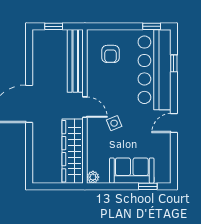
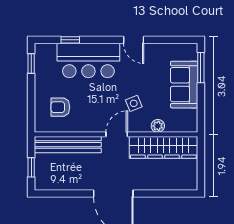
armchair: (110, 54) -> (60, 107), turned 180
bar counter: (155, 70) -> (88, 60), width x0.73
plant: (93, 177) -> (158, 126), moved
window: (148, 186) -> (201, 68), width x1.50

